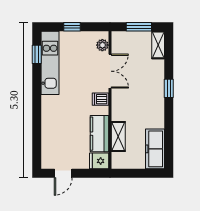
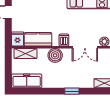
boiler: (121, 111) -> (55, 55), added
shelving: (118, 137) -> (26, 53), moved

